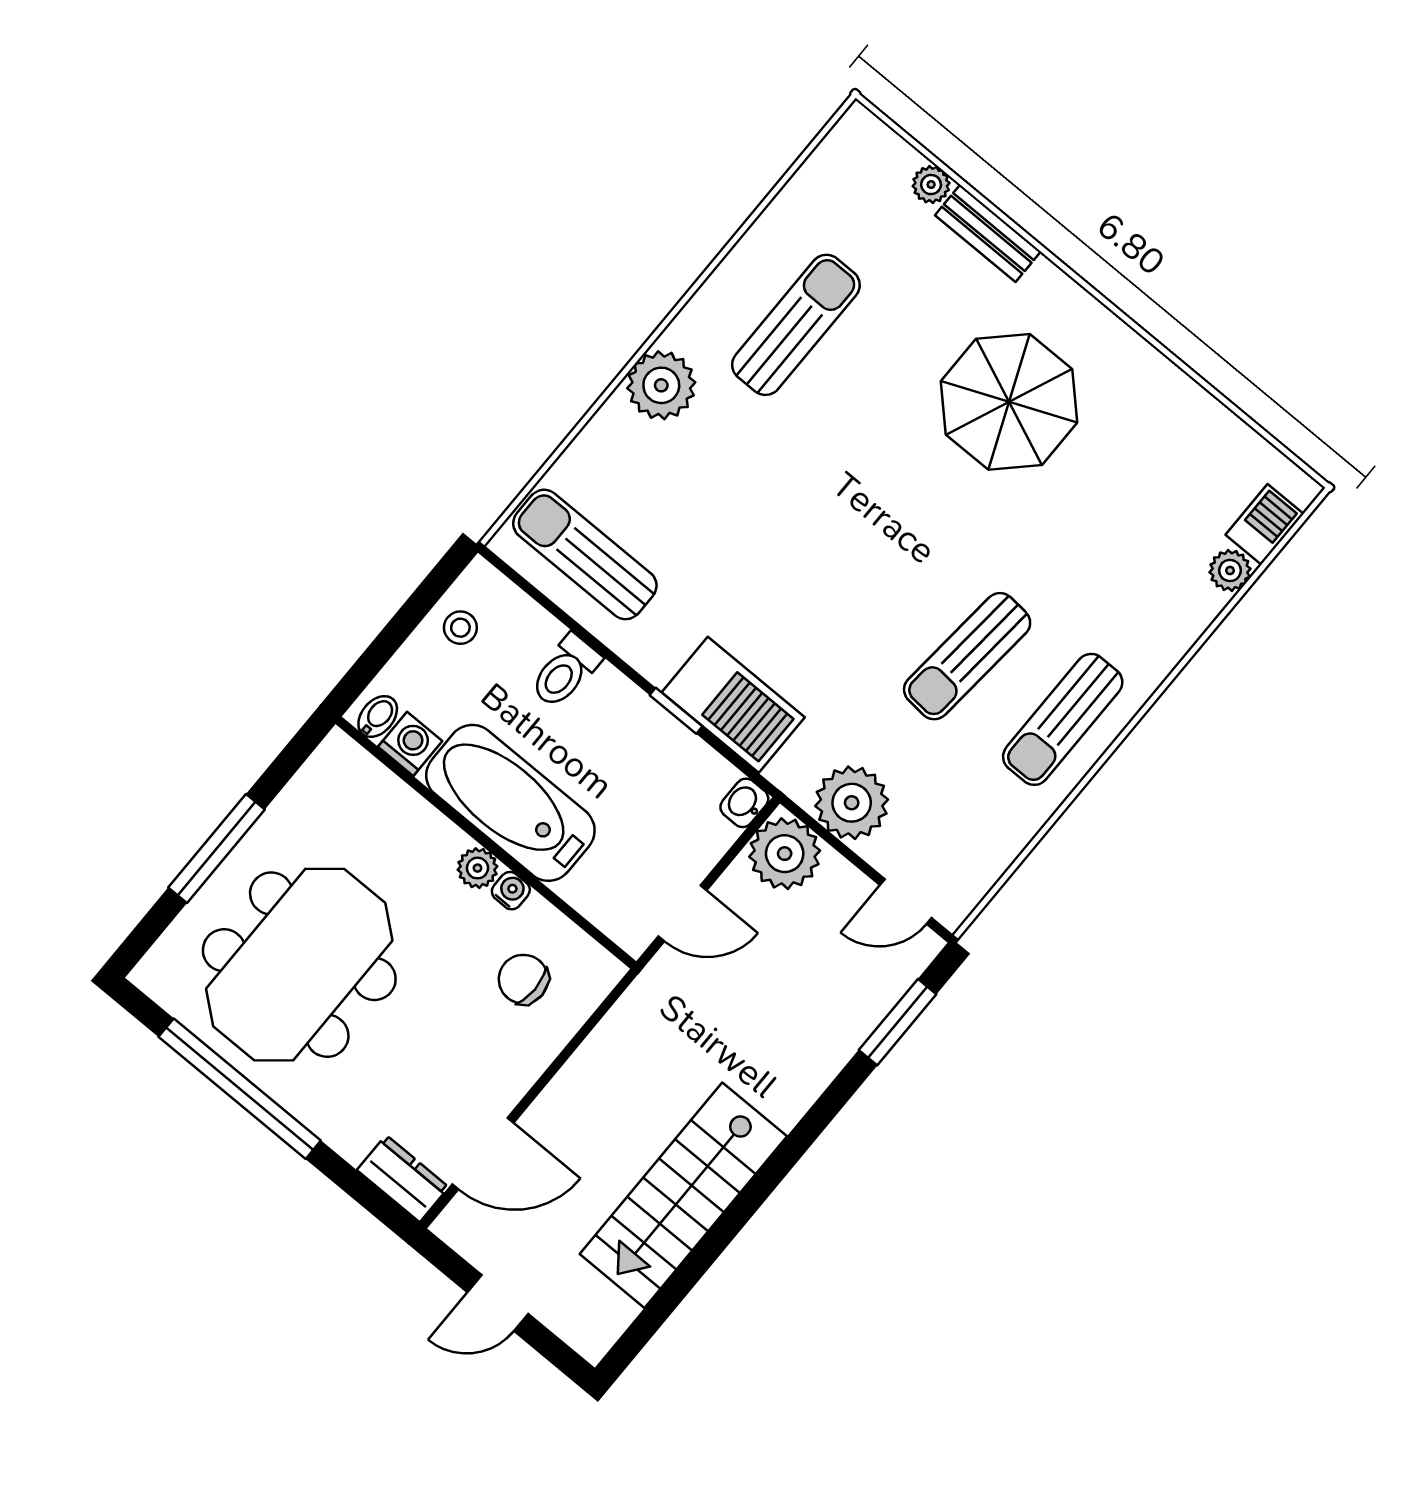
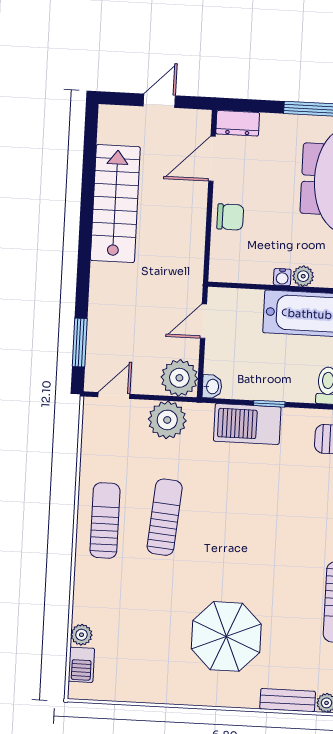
chair: (523, 979) -> (230, 217), moved

